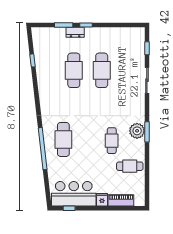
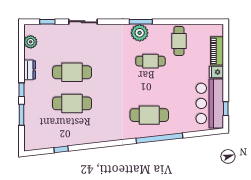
dresser: (75, 32) -> (30, 70), moved
plant: (129, 33) -> (31, 42), added

